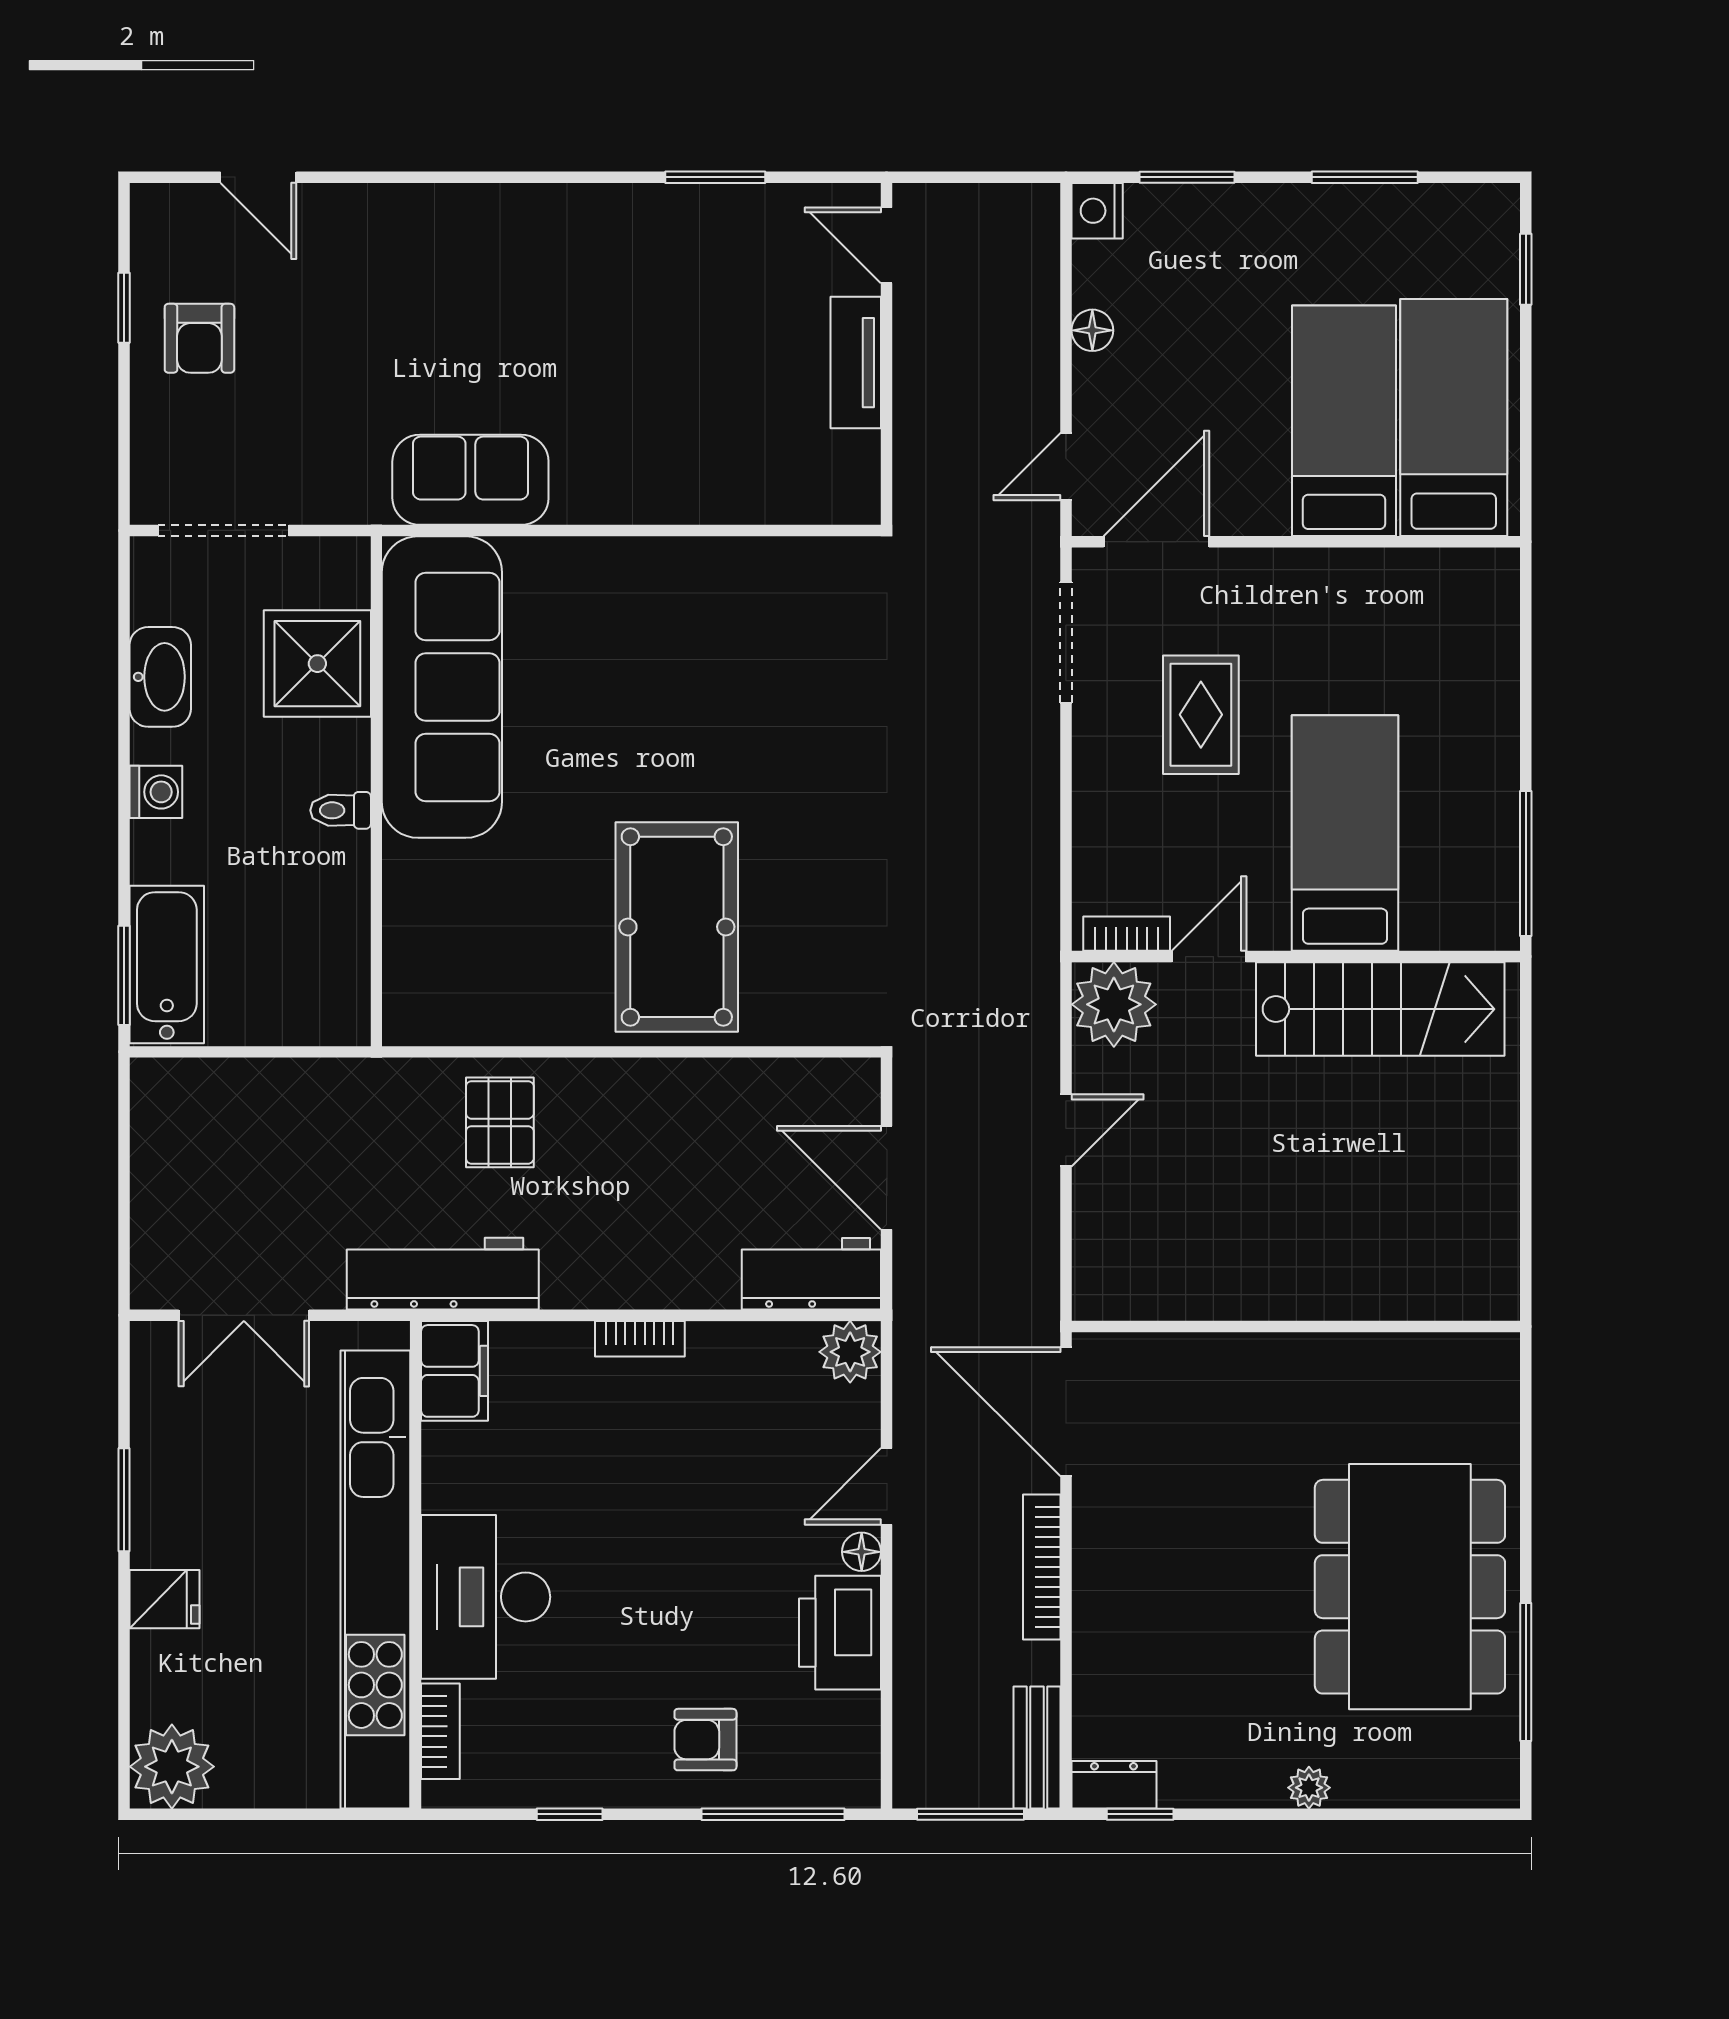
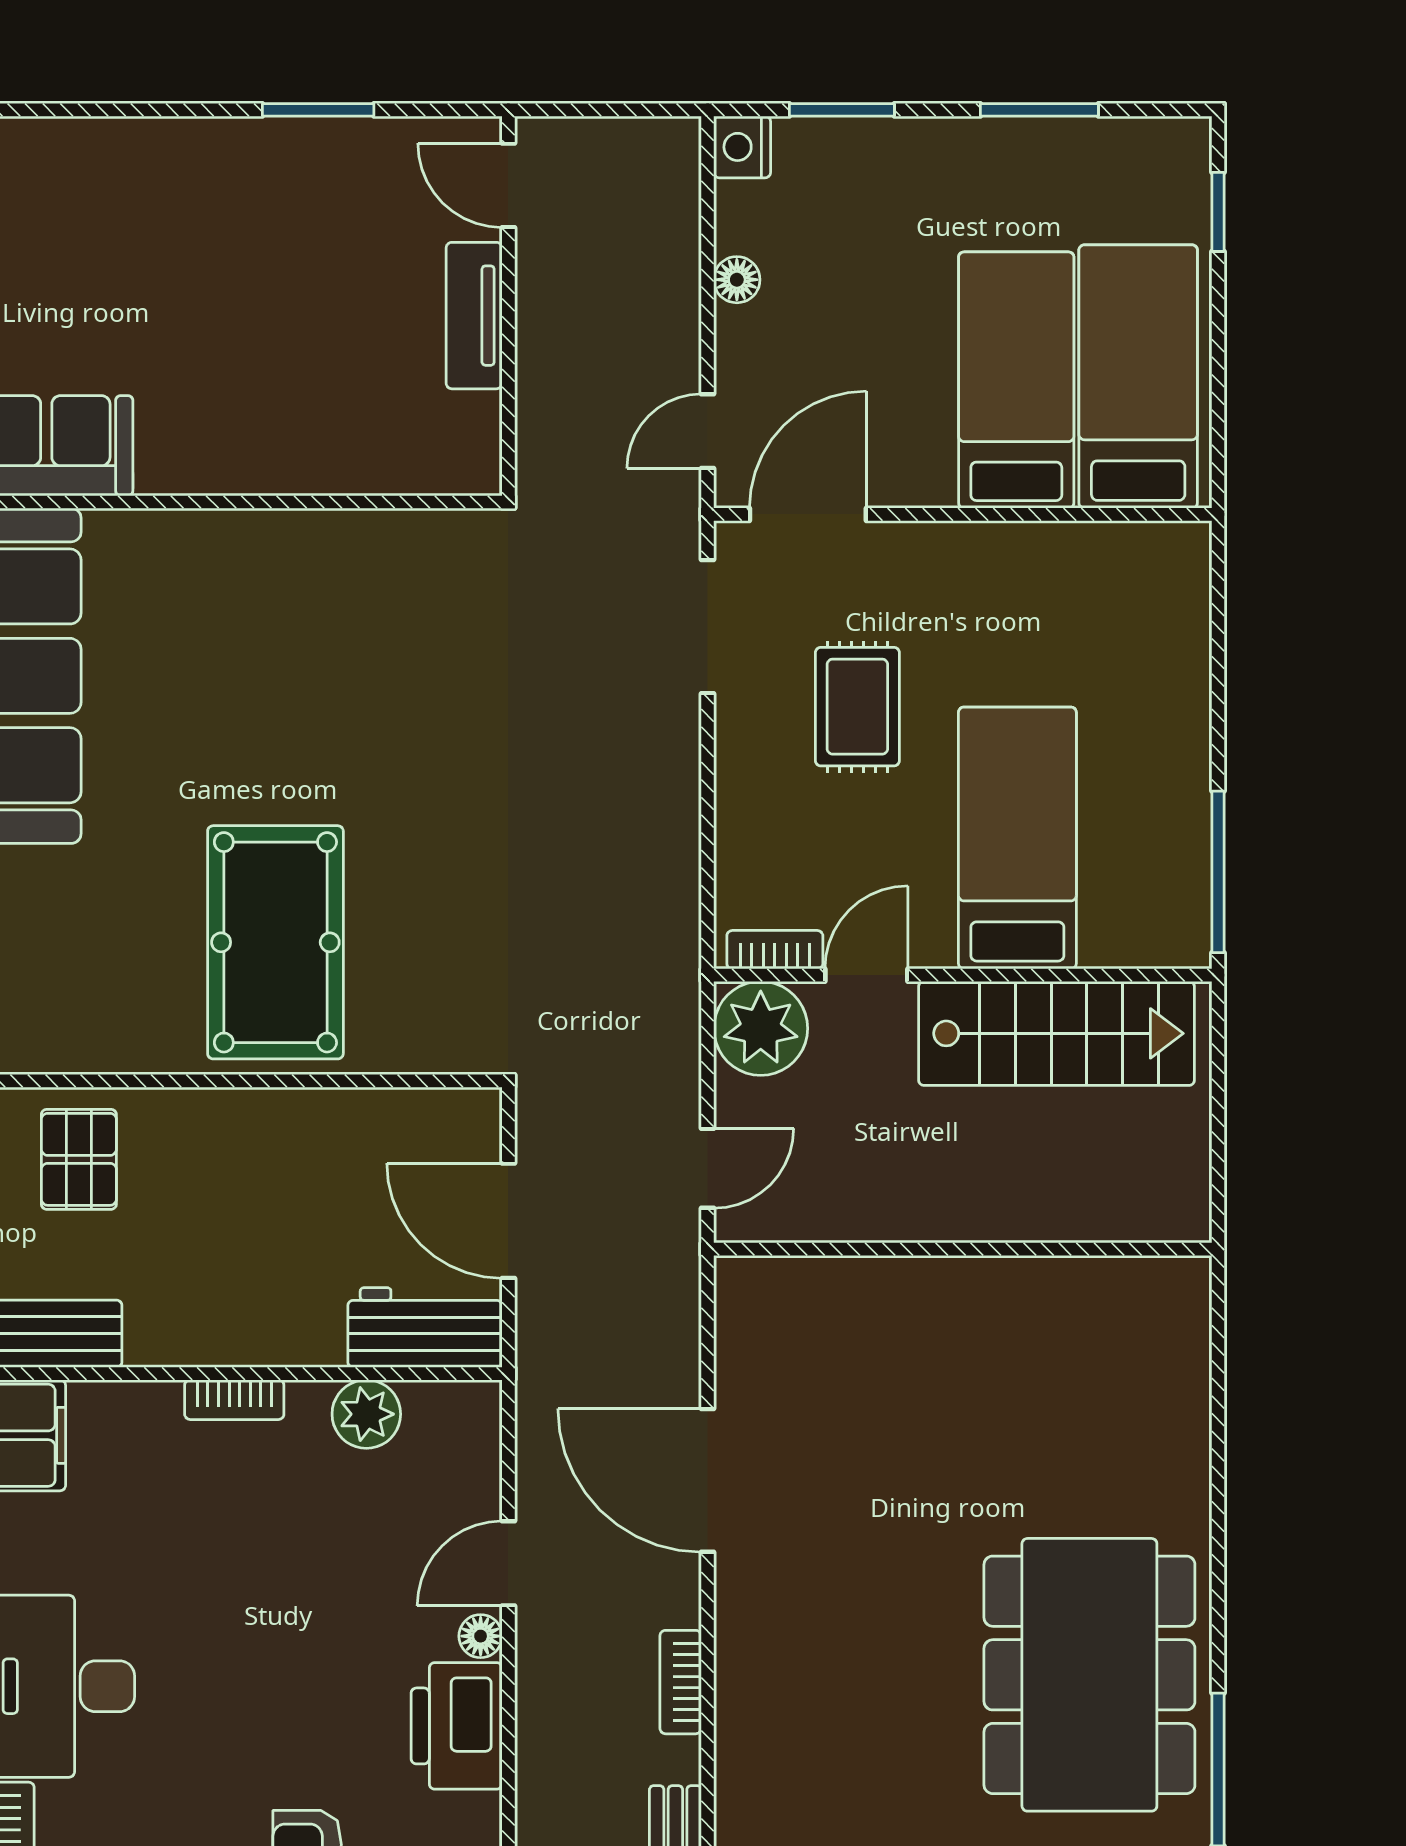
wall: (1296, 1327) -> (963, 1249), moved
plant: (850, 1352) -> (366, 1414), moved
bookcase: (1042, 1567) -> (681, 1682), width x0.64

